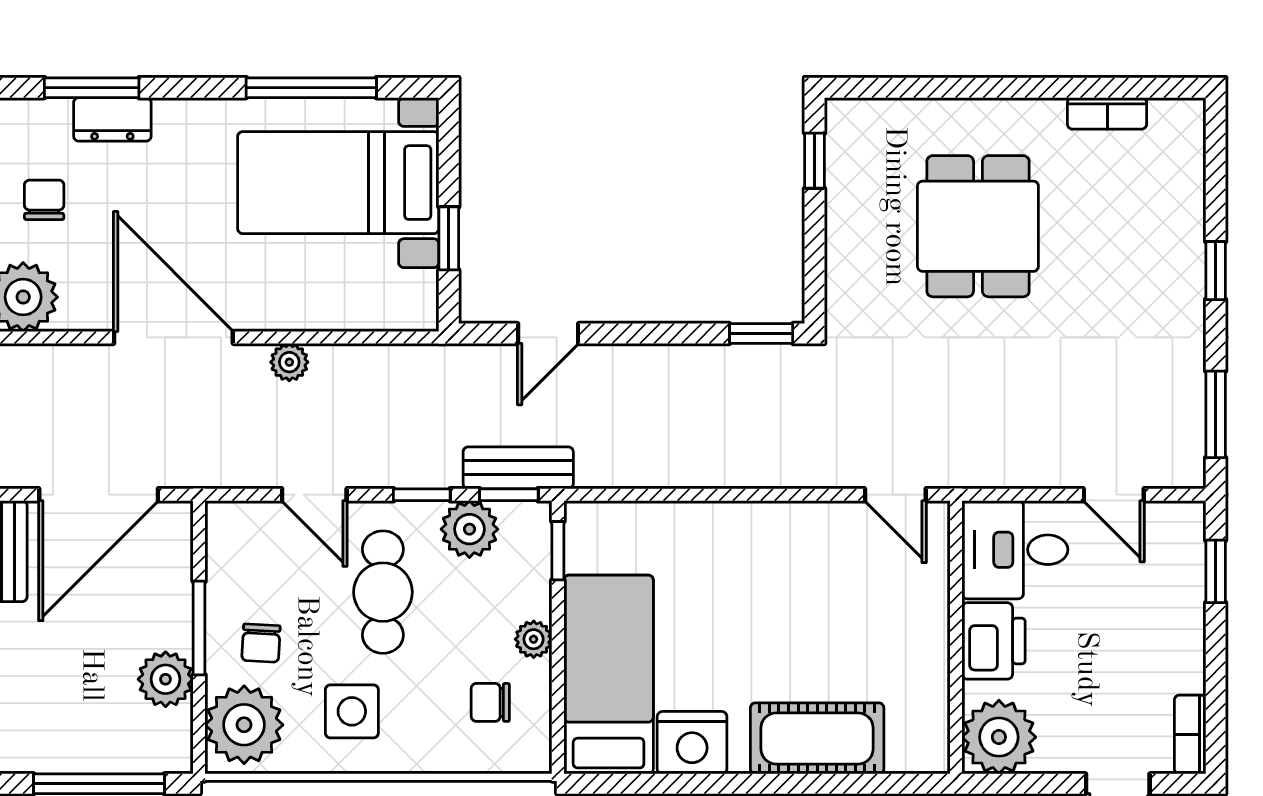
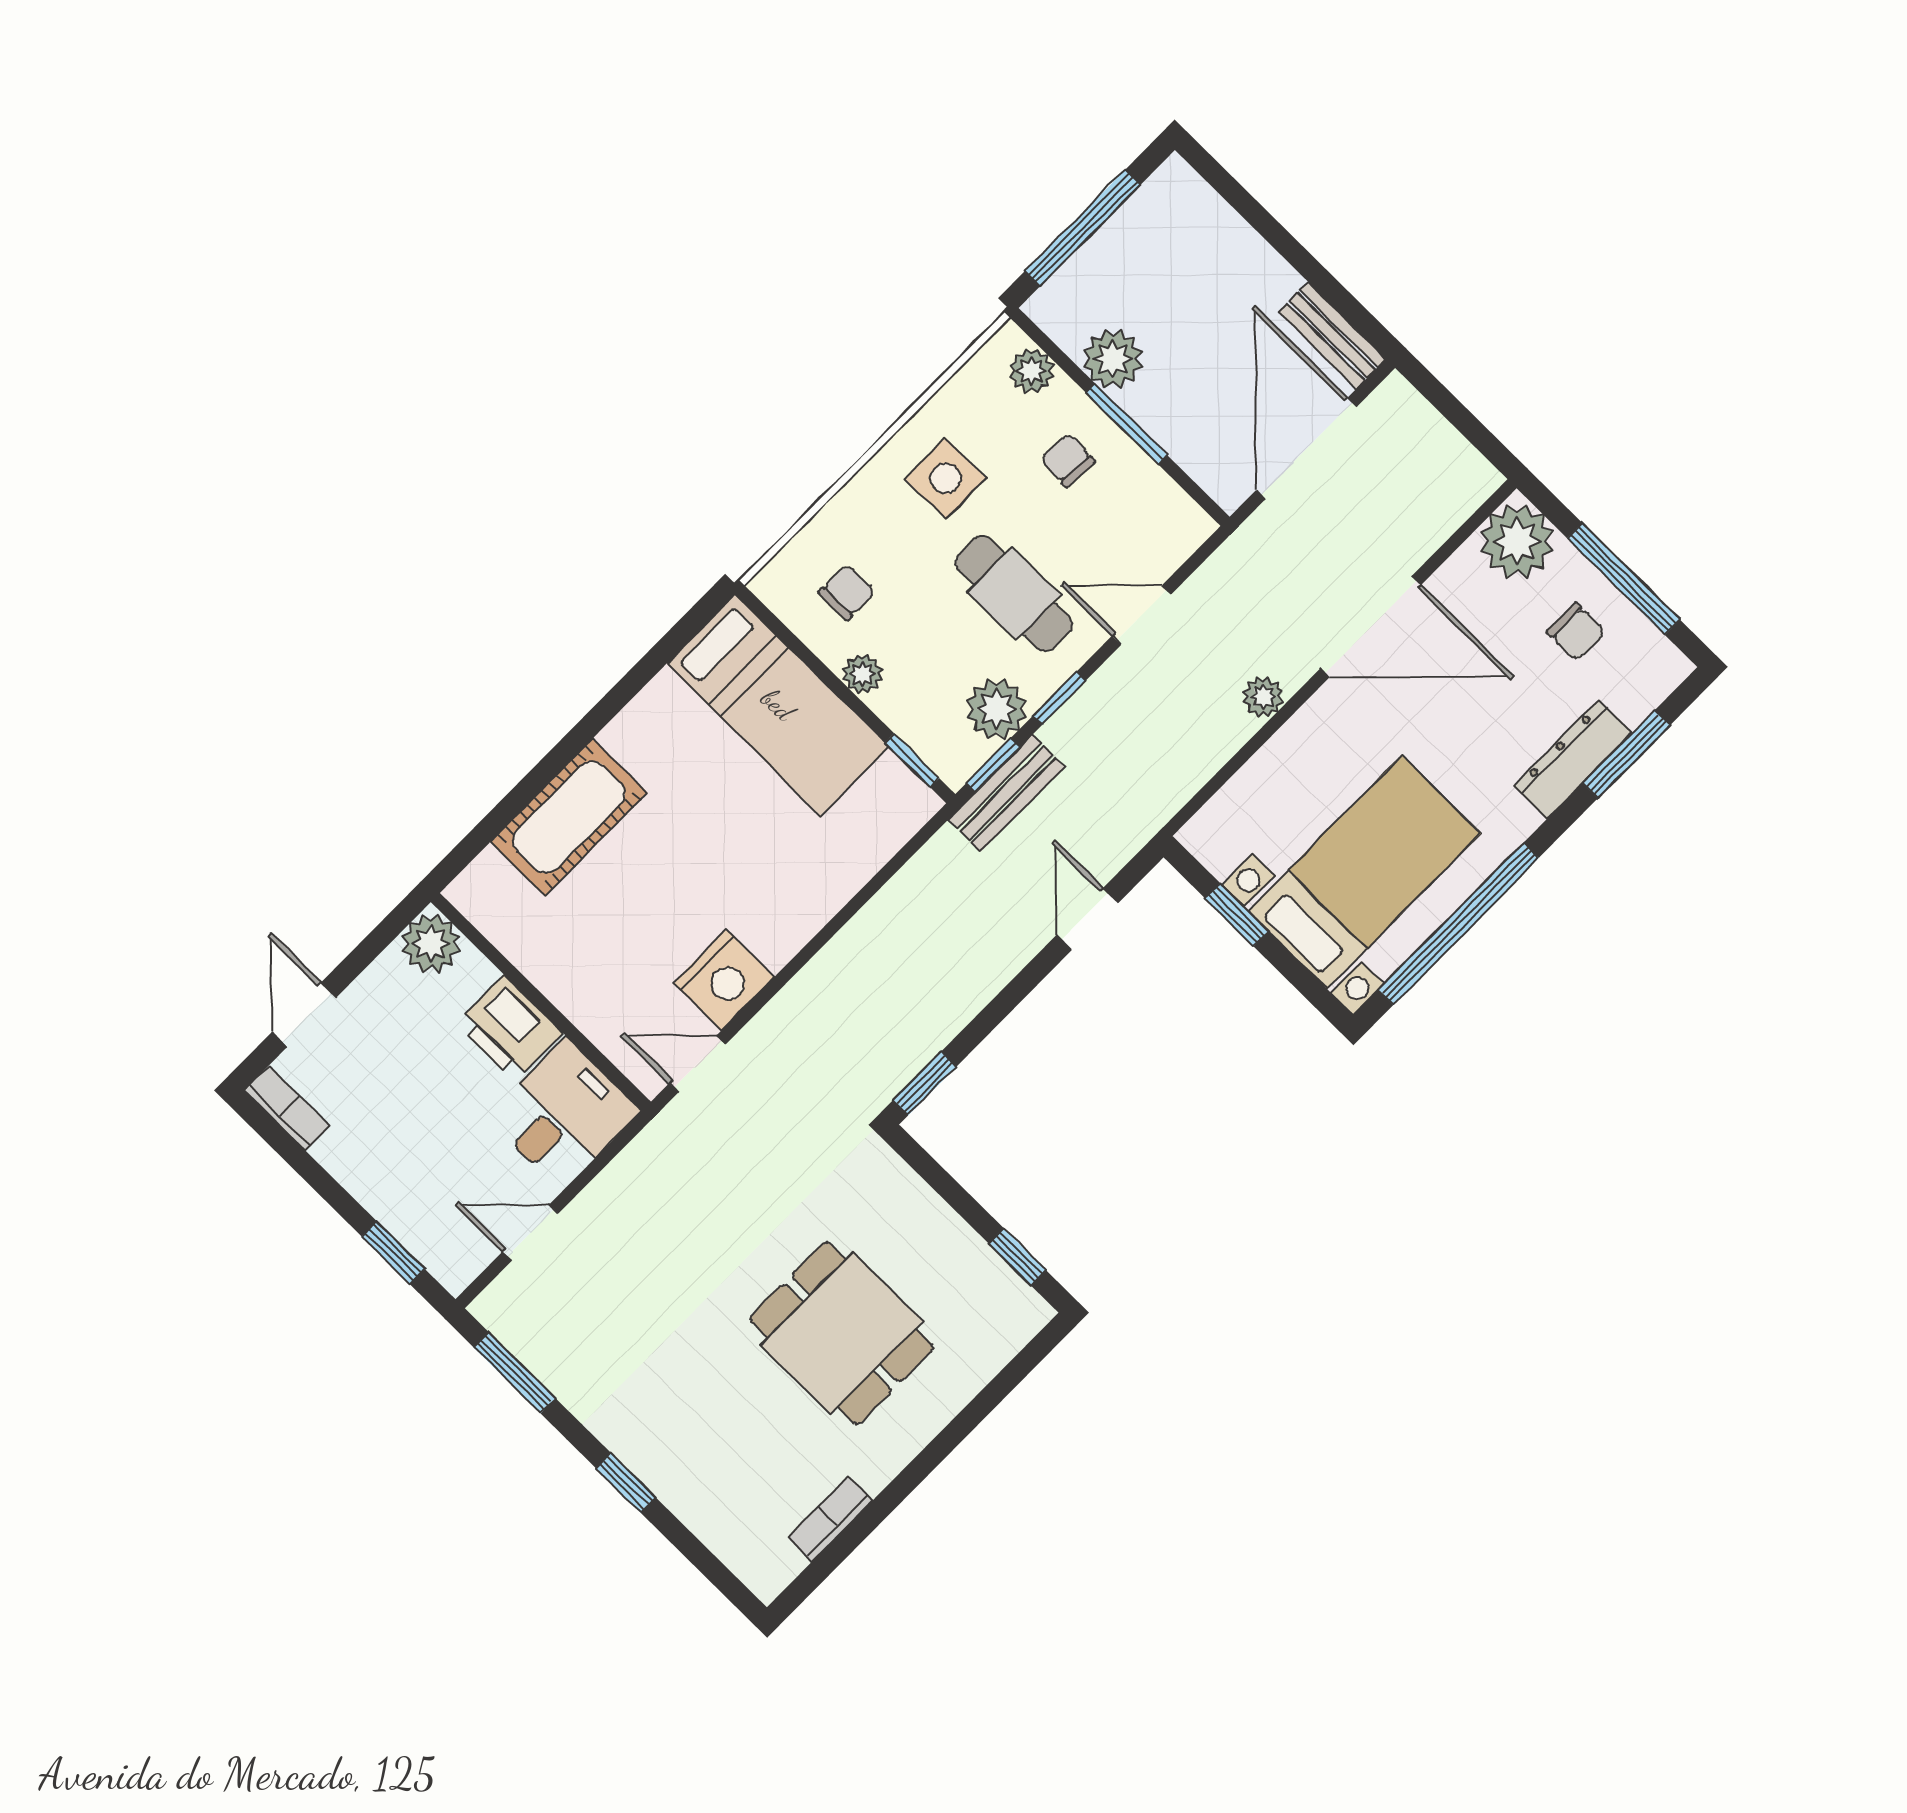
window: (311, 88) -> (1458, 924), width x1.46
dresser: (112, 119) -> (1573, 759), width x1.44
plant: (244, 725) -> (1032, 371), width x0.53, depth x0.53
plant: (999, 737) -> (431, 944), width x0.73, depth x0.73
nightstand: (692, 743) -> (724, 980), moved, turned 180

